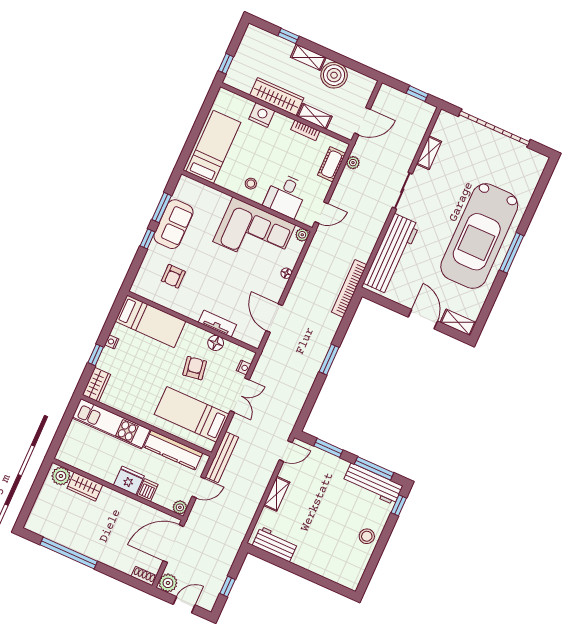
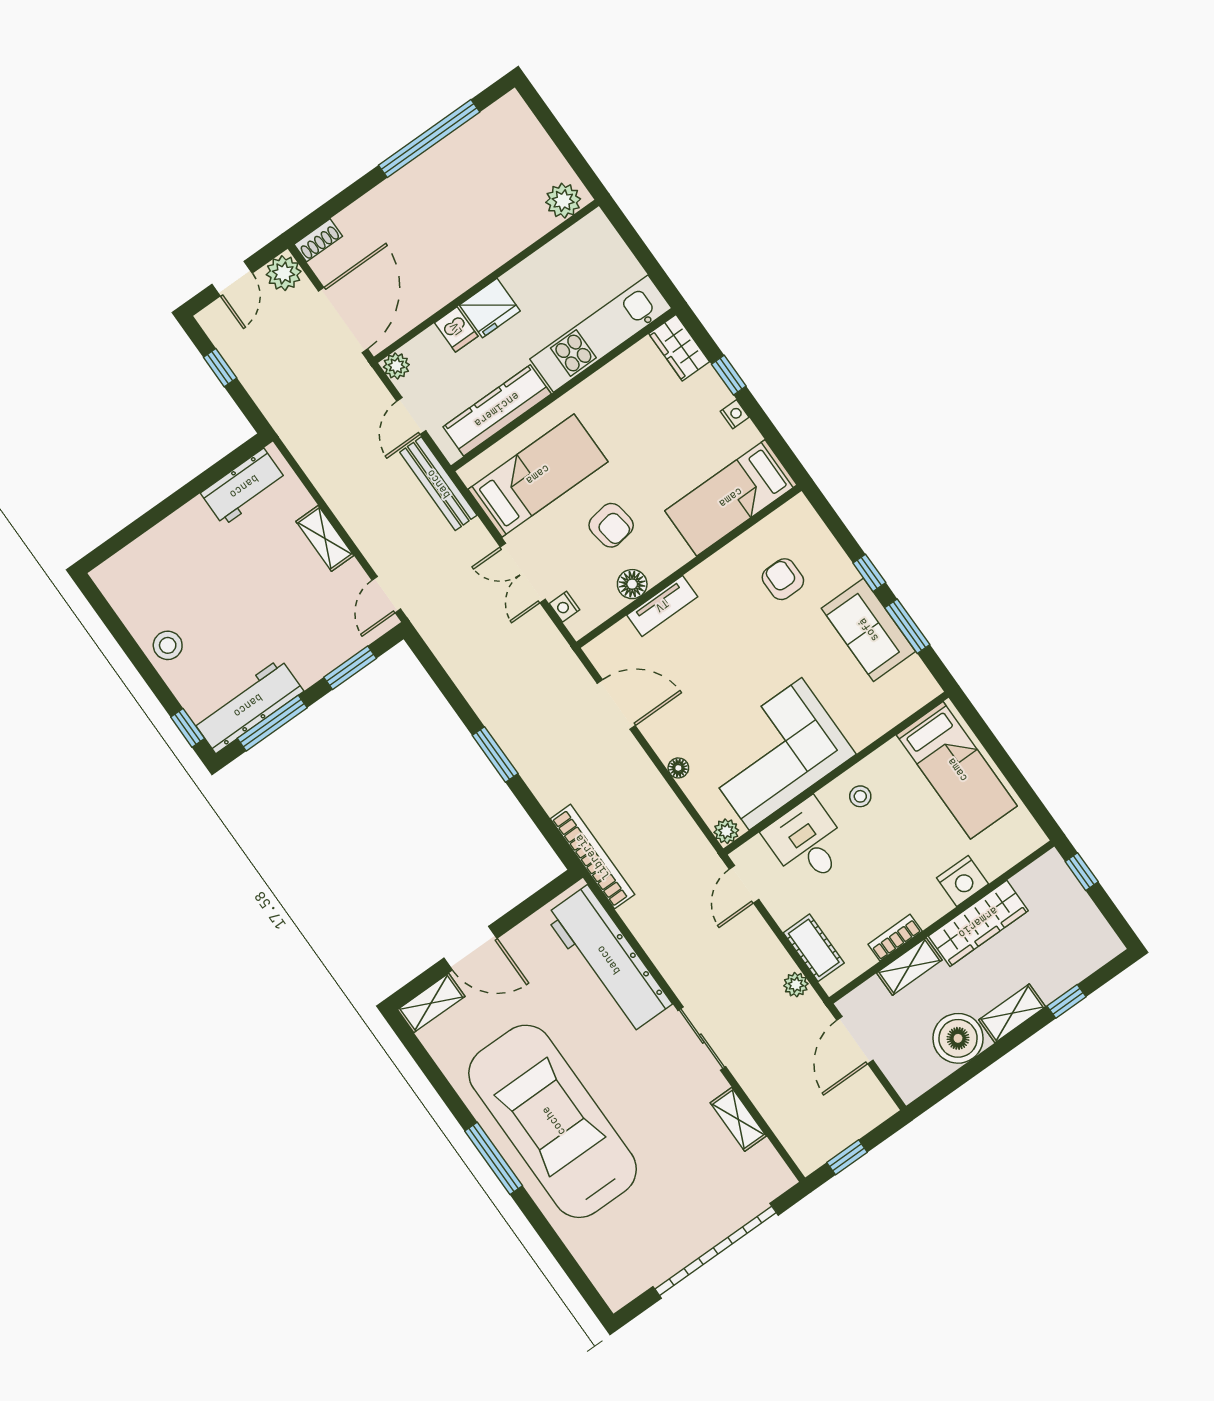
wardrobe: (85, 487) -> (523, 230), removed

